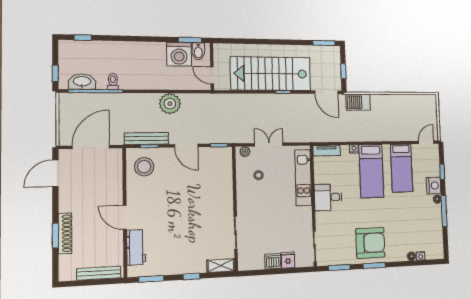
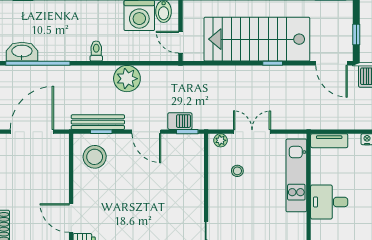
toilet: (113, 81) -> (96, 51), moved
barbecue: (213, 137) -> (180, 121), added

